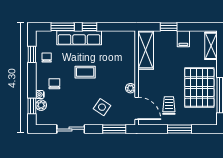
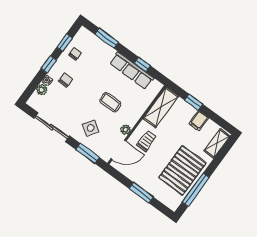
window: (90, 27) -> (142, 65), moved
row of seats: (79, 38) -> (132, 71), moved
coffee table: (85, 72) -> (110, 102), moved
trolley: (169, 105) -> (147, 141), moved
window: (32, 106) -> (49, 64), moved
door: (137, 108) -> (118, 150), hinge flipped
sliding door: (71, 129) -> (52, 127), width x1.37

